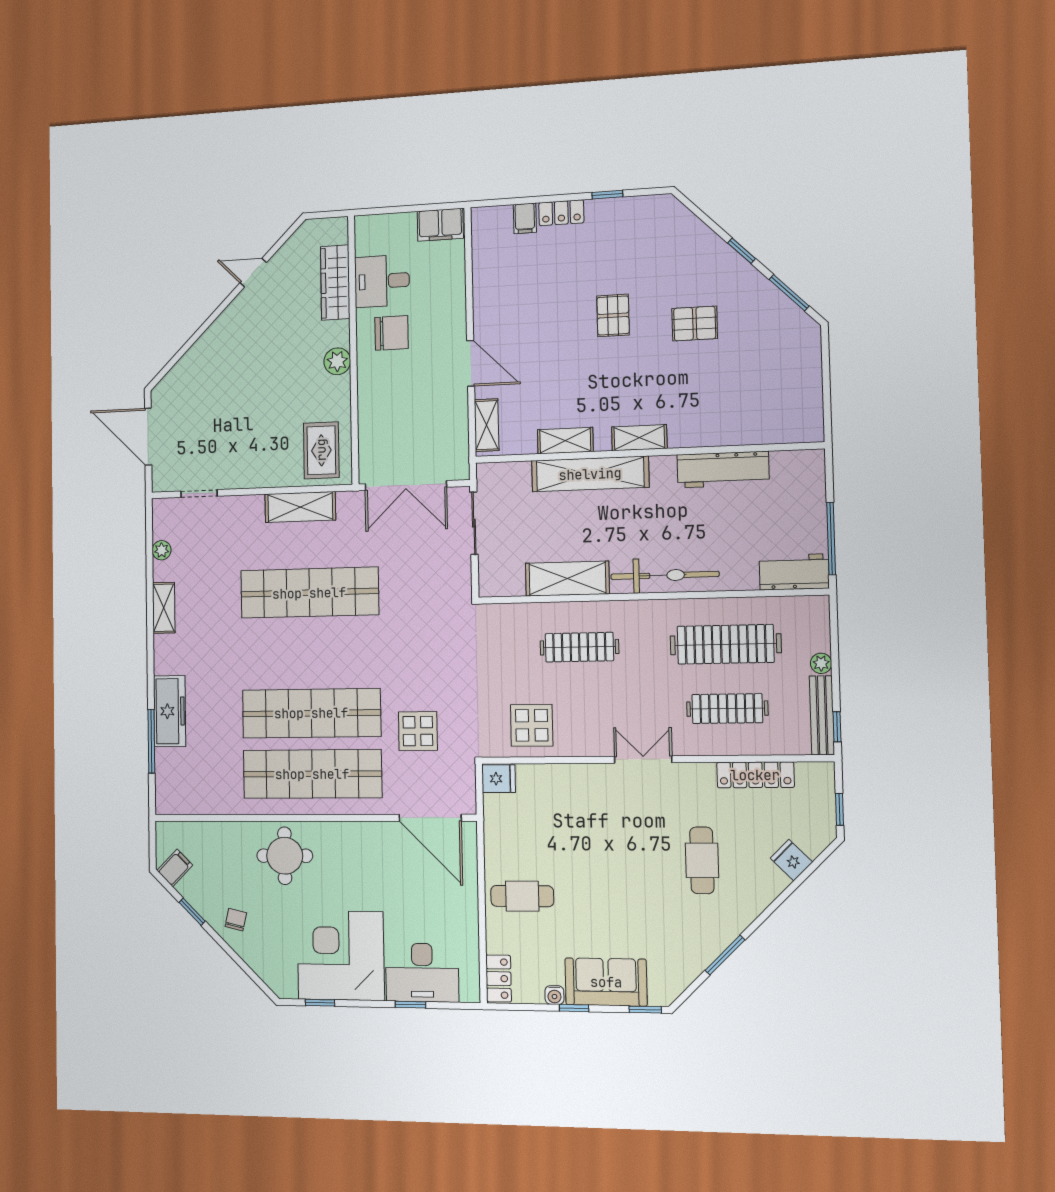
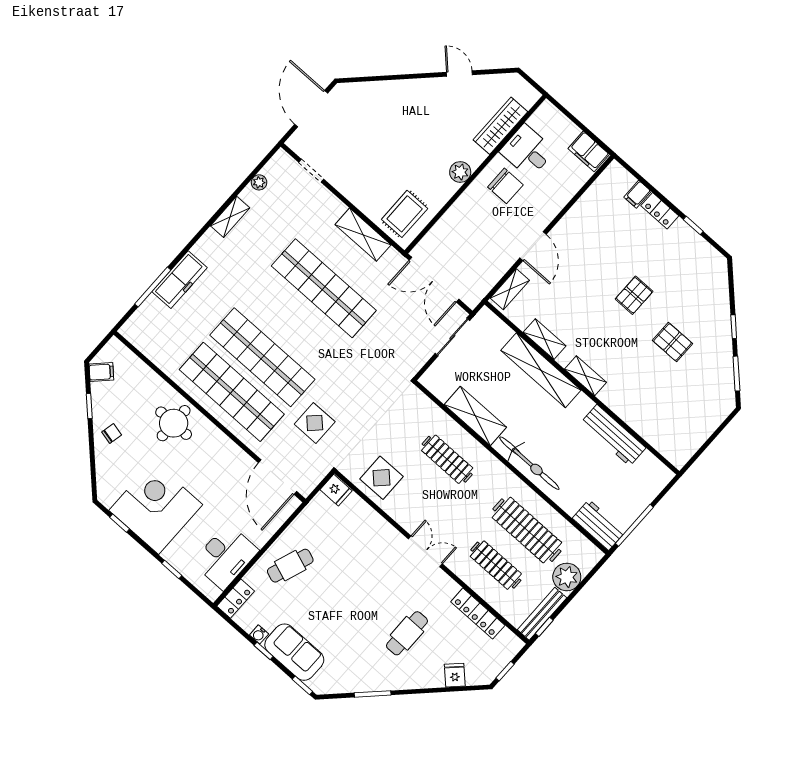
plant: (821, 663) -> (567, 577), width x1.87, depth x1.87
cafe table: (522, 896) -> (290, 566), turned -70
desk: (422, 973) -> (225, 557), moved, turned -90

